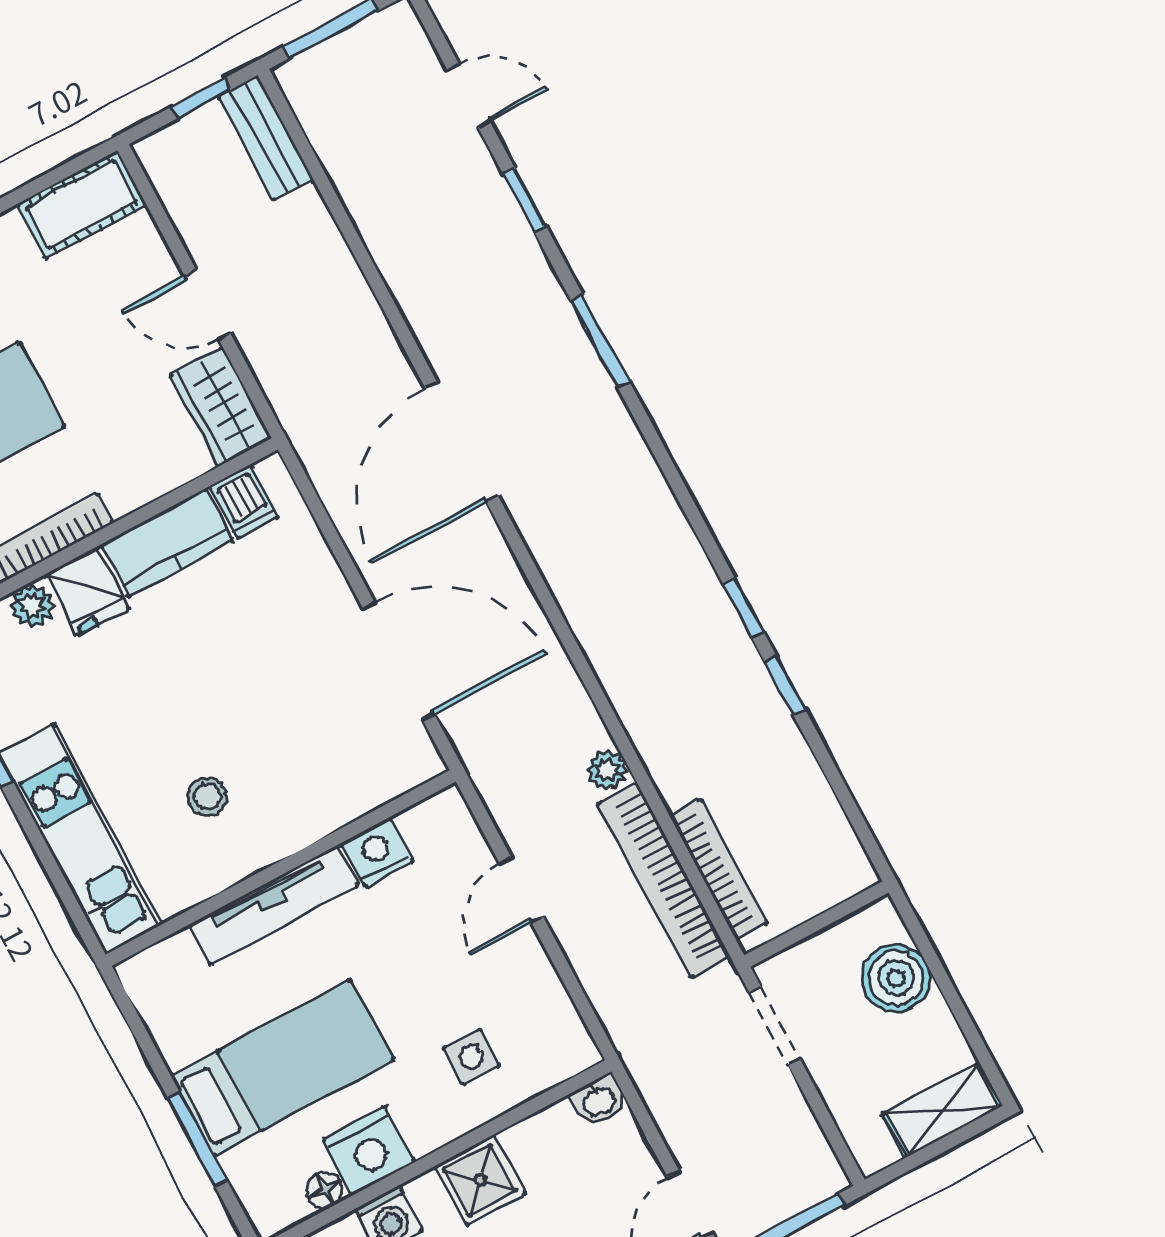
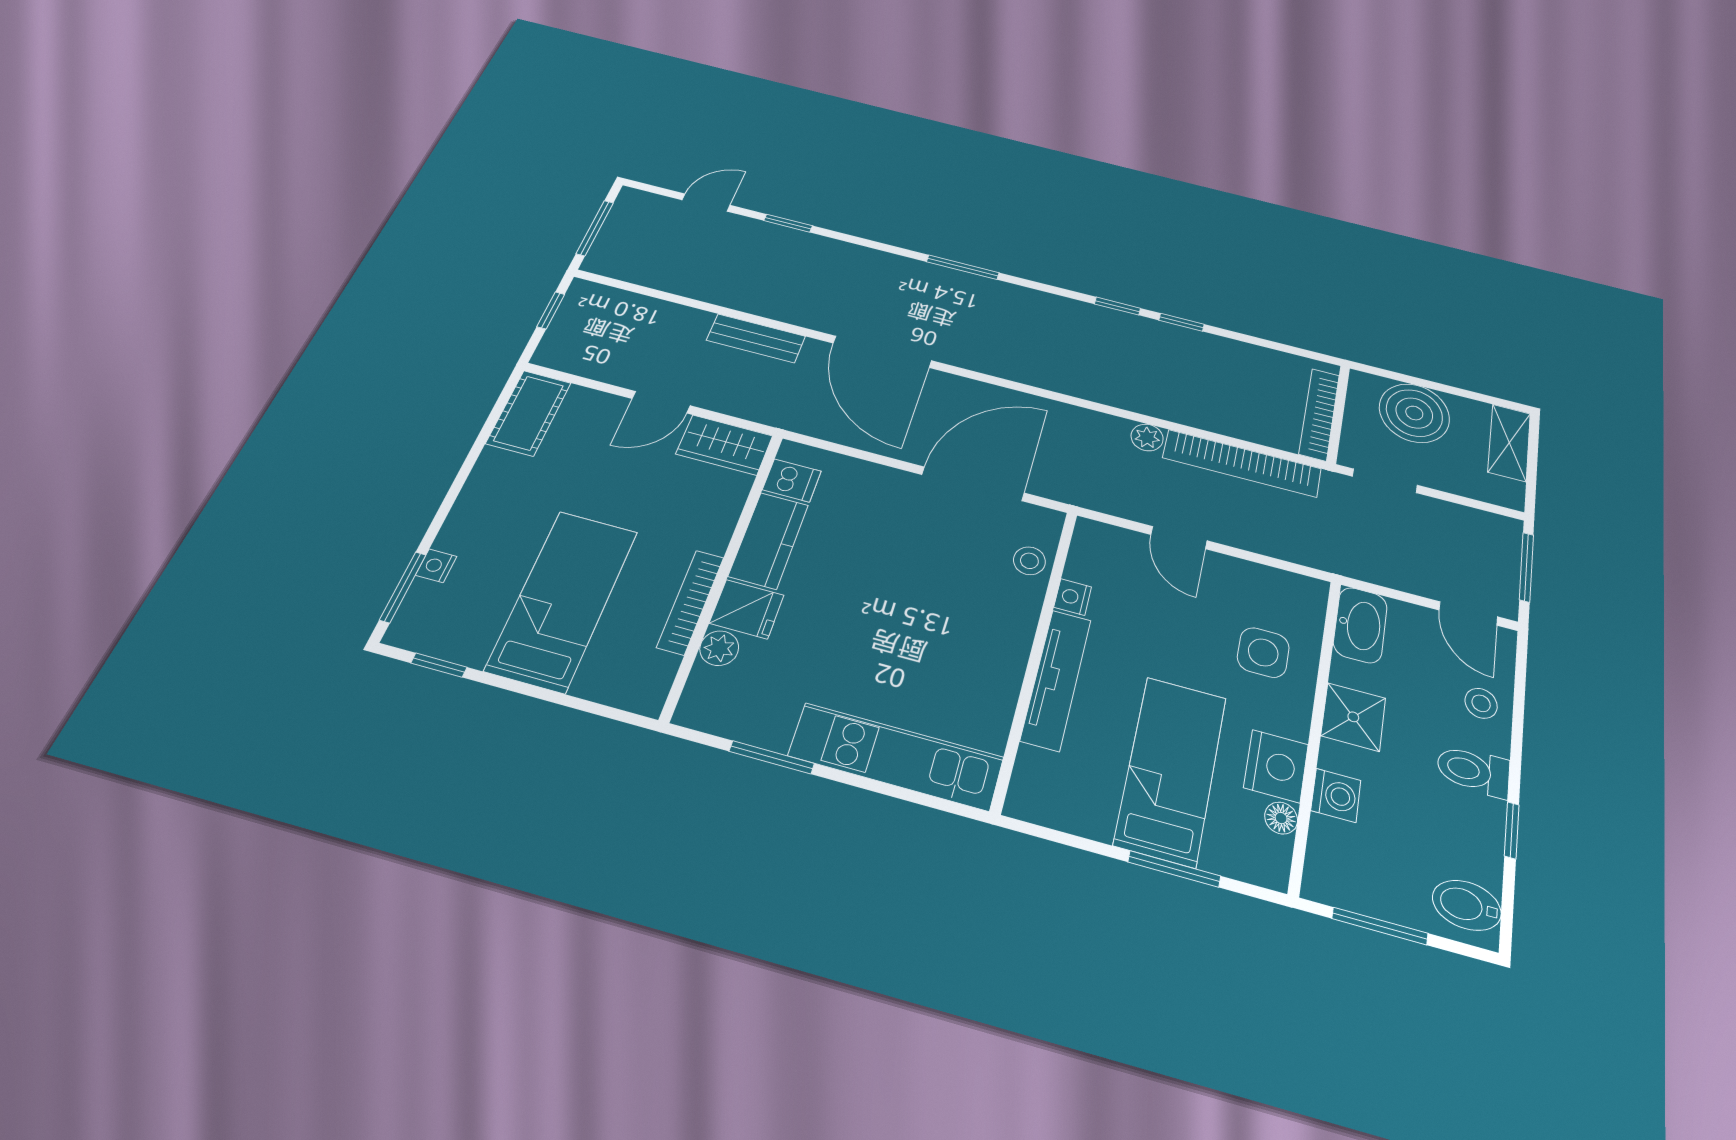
bench: (266, 138) -> (756, 338), moved
window: (600, 341) -> (963, 267), moved
stool: (207, 796) -> (1029, 561), moved
nightstand: (377, 852) -> (1073, 597), width x0.72, depth x0.74
bookcase: (718, 869) -> (1319, 414), moved, turned -90
boiler: (896, 978) -> (1414, 413), width x1.37, depth x1.37
side table: (471, 1057) -> (1263, 652), width x1.37, depth x1.37
washbasin: (599, 1101) -> (1360, 625), width x1.91, depth x1.45

